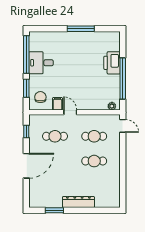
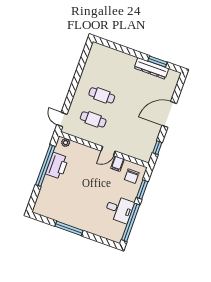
printer: (112, 63) -> (57, 166), moved
door: (70, 112) -> (108, 151), hinge flipped
cafe table: (55, 136) -> (131, 133), removed
dresser: (78, 202) -> (151, 68), moved

